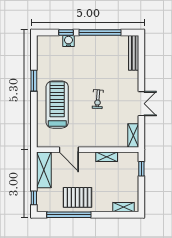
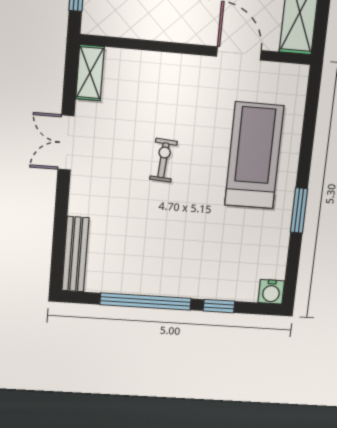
water cooler: (68, 41) -> (271, 292), moved
treadmill: (57, 105) -> (254, 156), turned 180
shelving: (107, 157) -> (155, 29), removed

